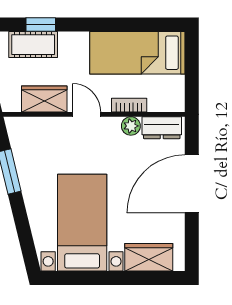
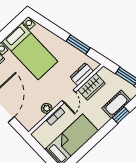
door: (87, 114) -> (69, 96), hinge flipped
dresser: (162, 128) -> (82, 74), moved

